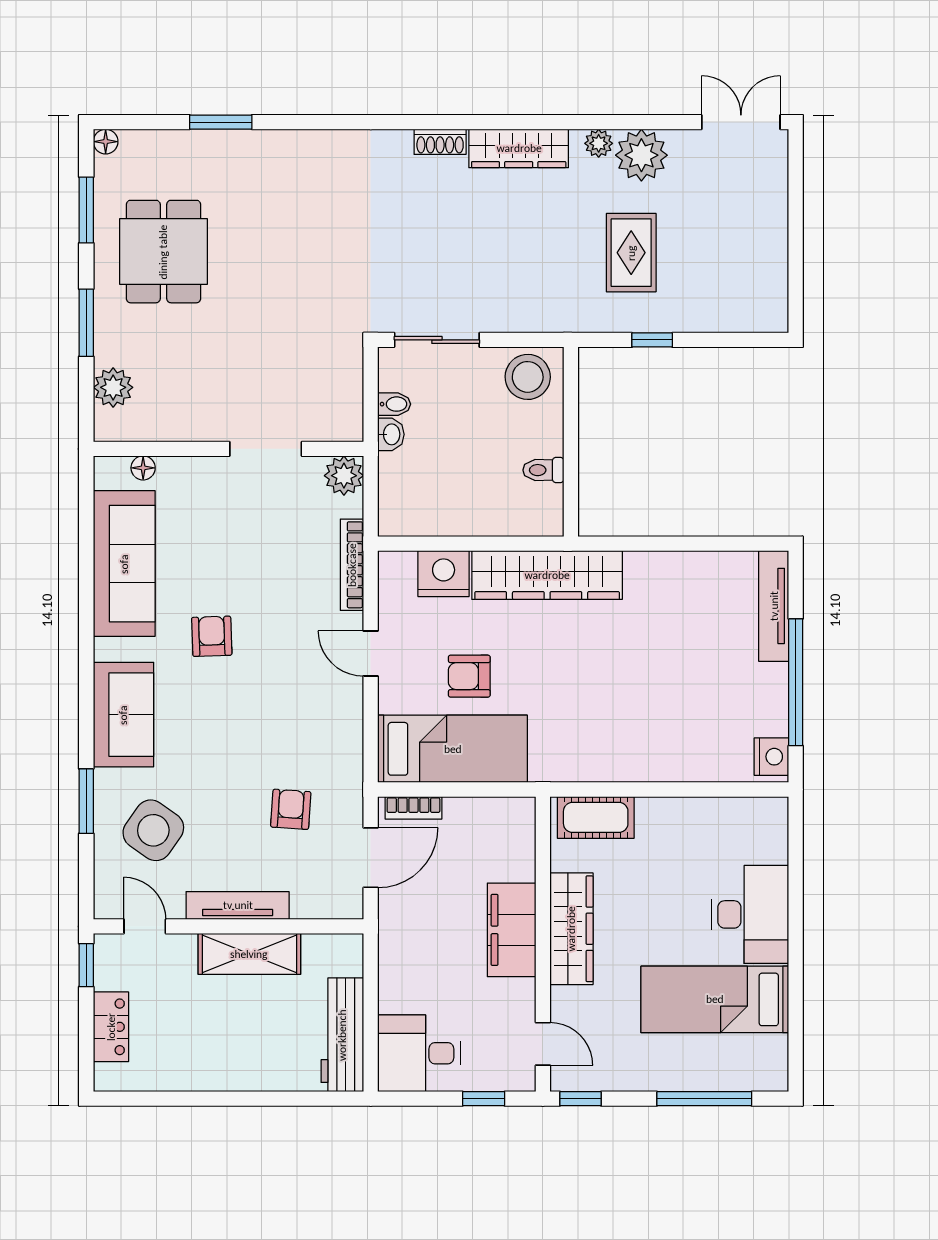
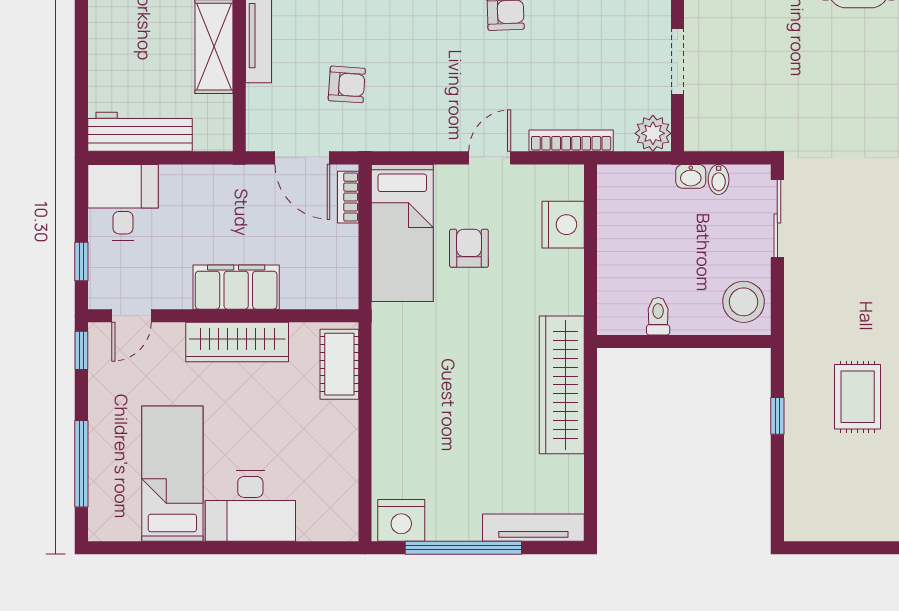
rug: (631, 253) -> (858, 397), turned 90
wardrobe: (547, 575) -> (562, 385), moved
nightstand: (771, 757) -> (401, 520), width x1.36, depth x1.33

